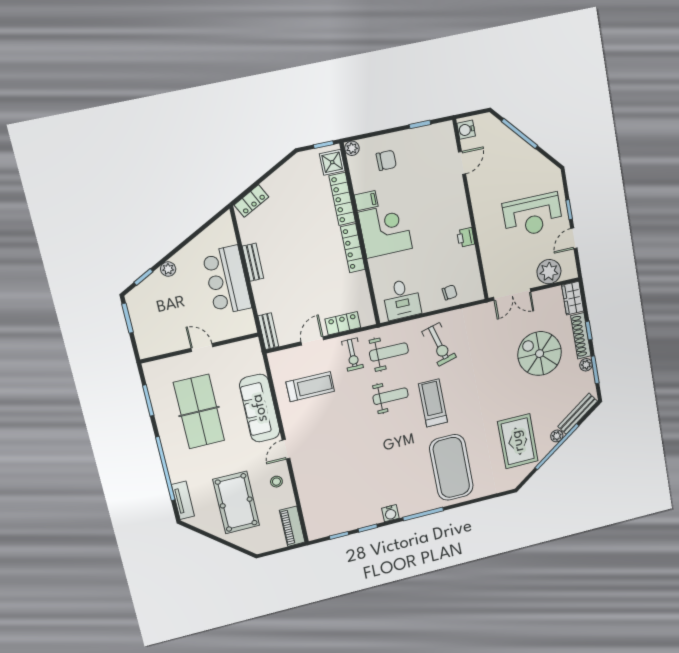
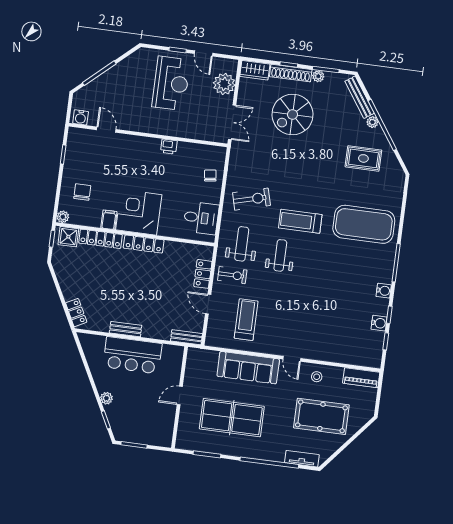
rug: (518, 441) -> (363, 158), width x0.73, depth x0.70
water cooler: (355, 522) -> (379, 323), added

